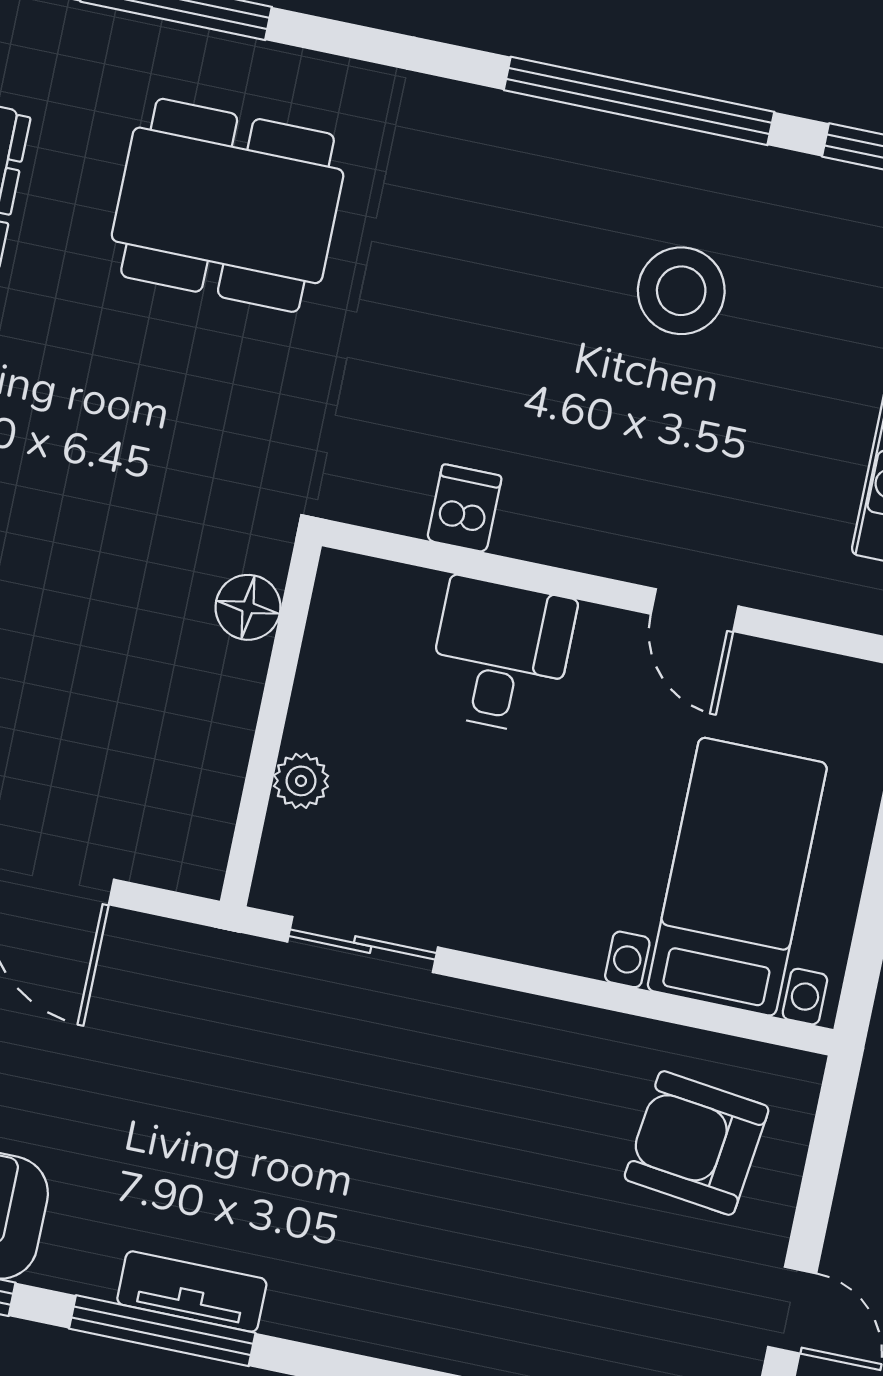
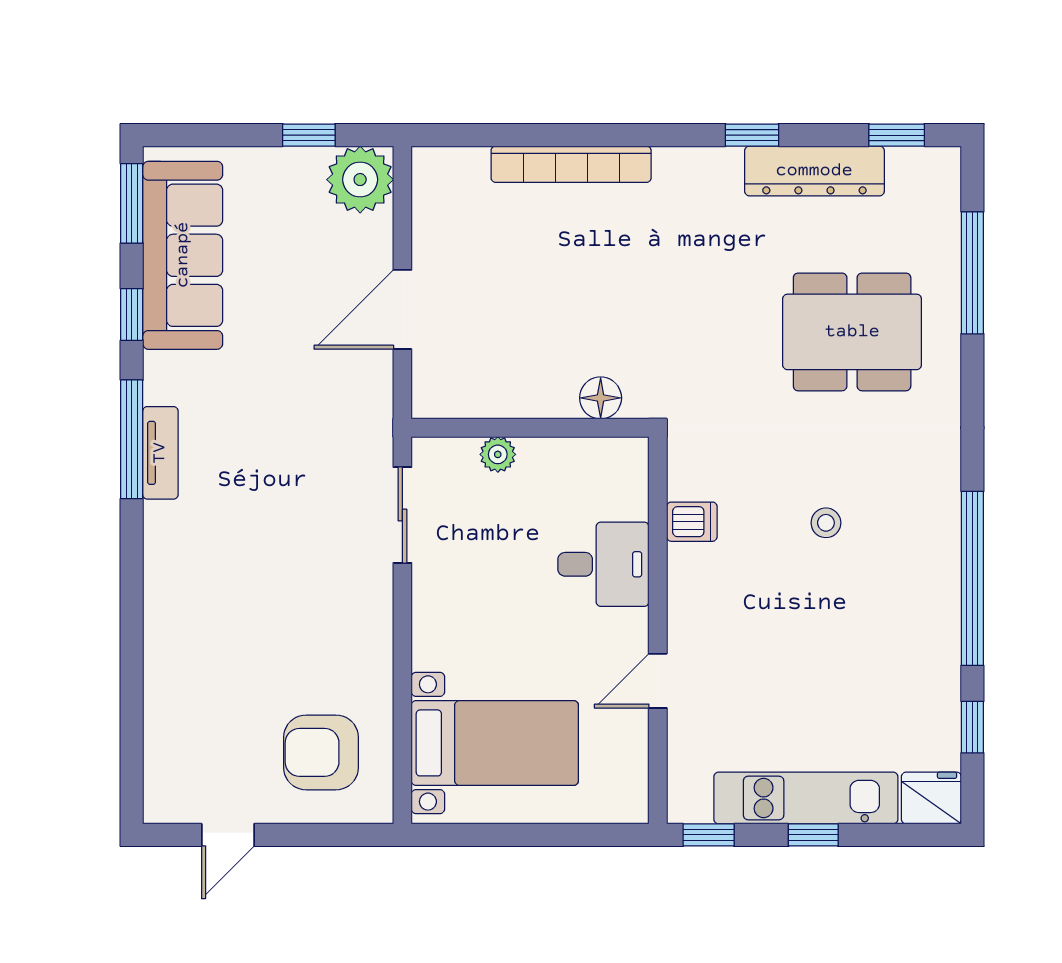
dining table: (228, 205) -> (852, 332), turned 90
stool: (681, 291) -> (826, 523), moved, width x0.53, depth x0.53
armchair: (697, 1143) -> (321, 752), turned -97

